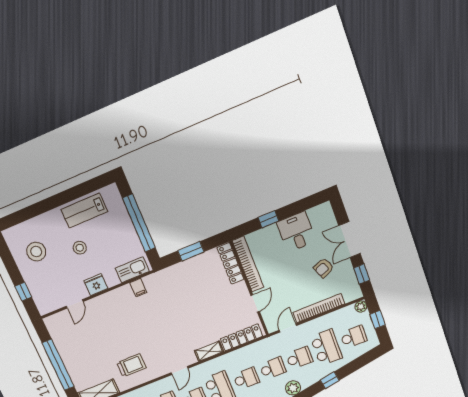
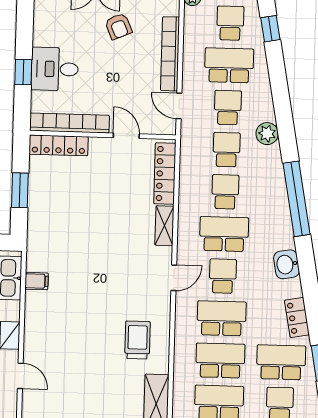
desk: (296, 232) -> (55, 69), moved
door: (180, 371) -> (174, 278), hinge flipped
window: (330, 380) -> (270, 29), moved

